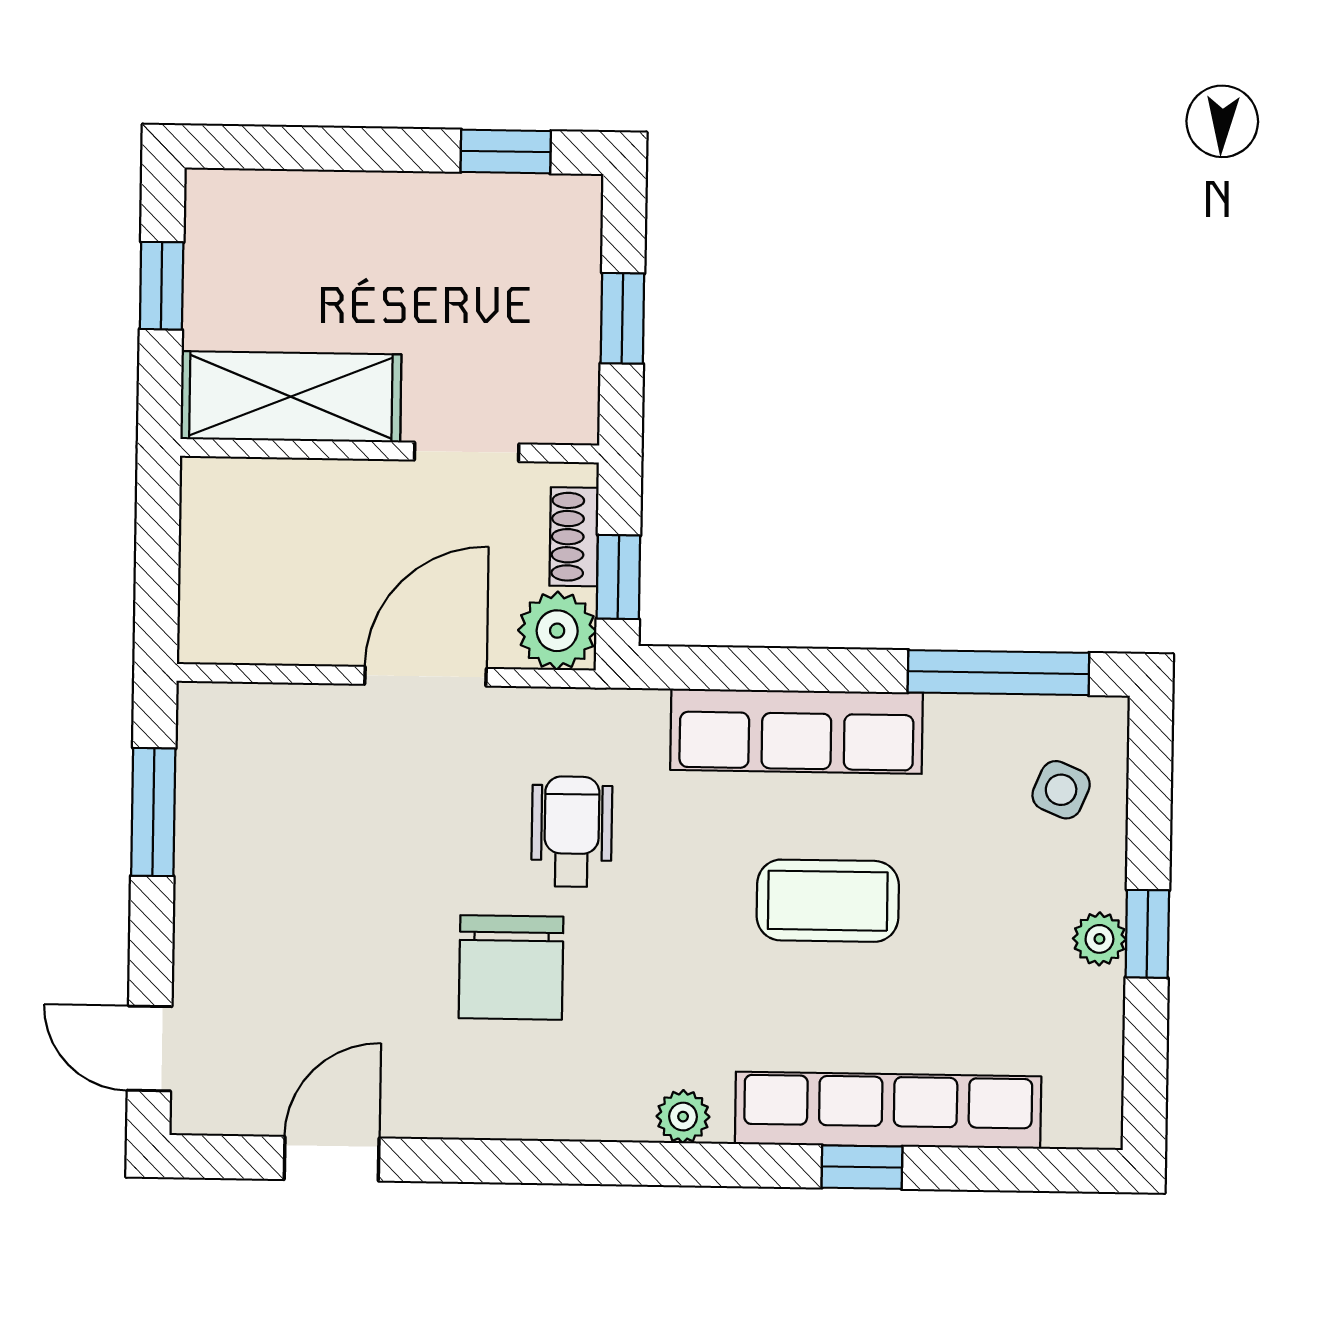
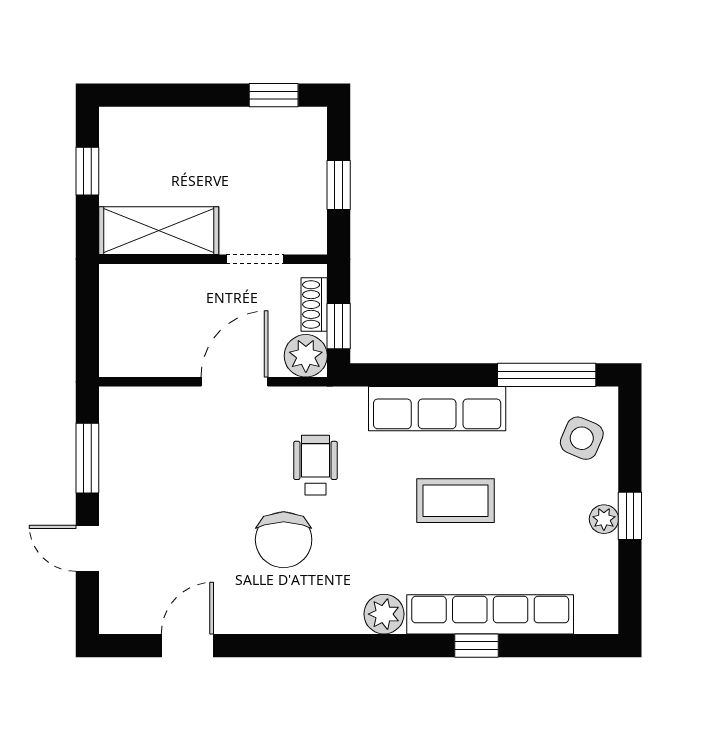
side table: (1061, 790) -> (582, 438), width x1.37, depth x1.37
door: (150, 1048) -> (87, 548), moved
plant: (683, 1117) -> (384, 614), width x1.38, depth x1.38

